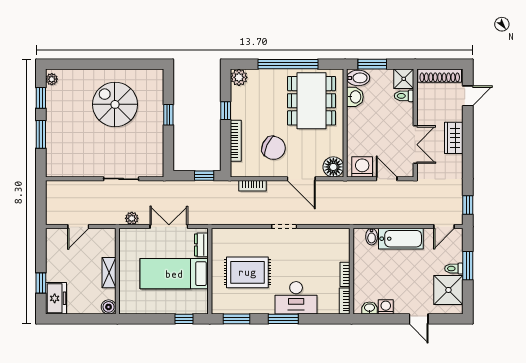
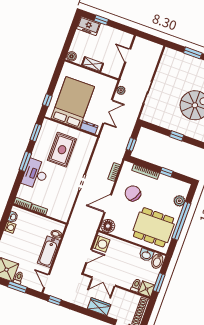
window: (372, 64) -> (159, 283), moved
plant: (239, 77) -> (179, 201), moved
chair: (274, 148) -> (133, 193), turned 97
bed: (174, 274) -> (73, 102), width x1.50

